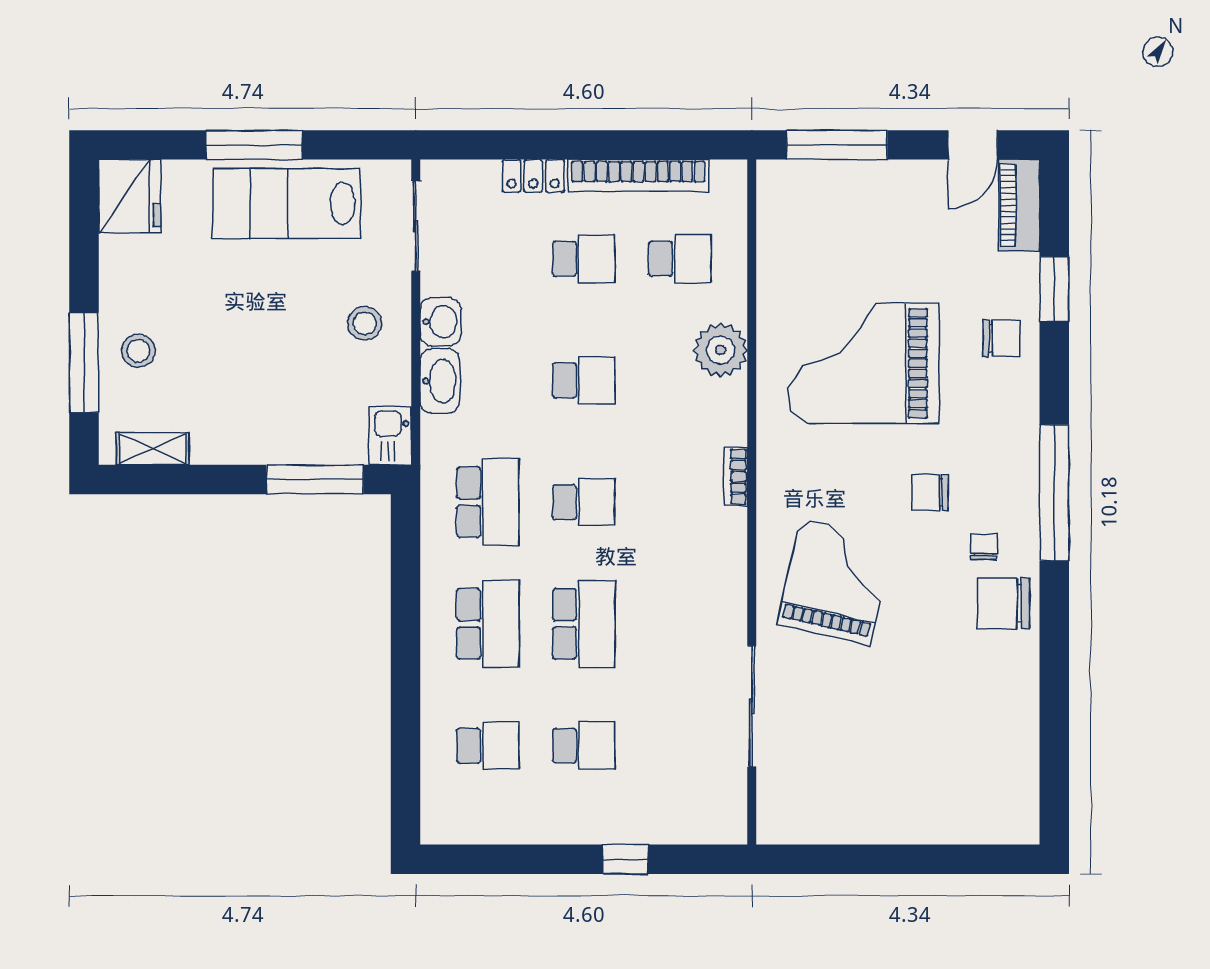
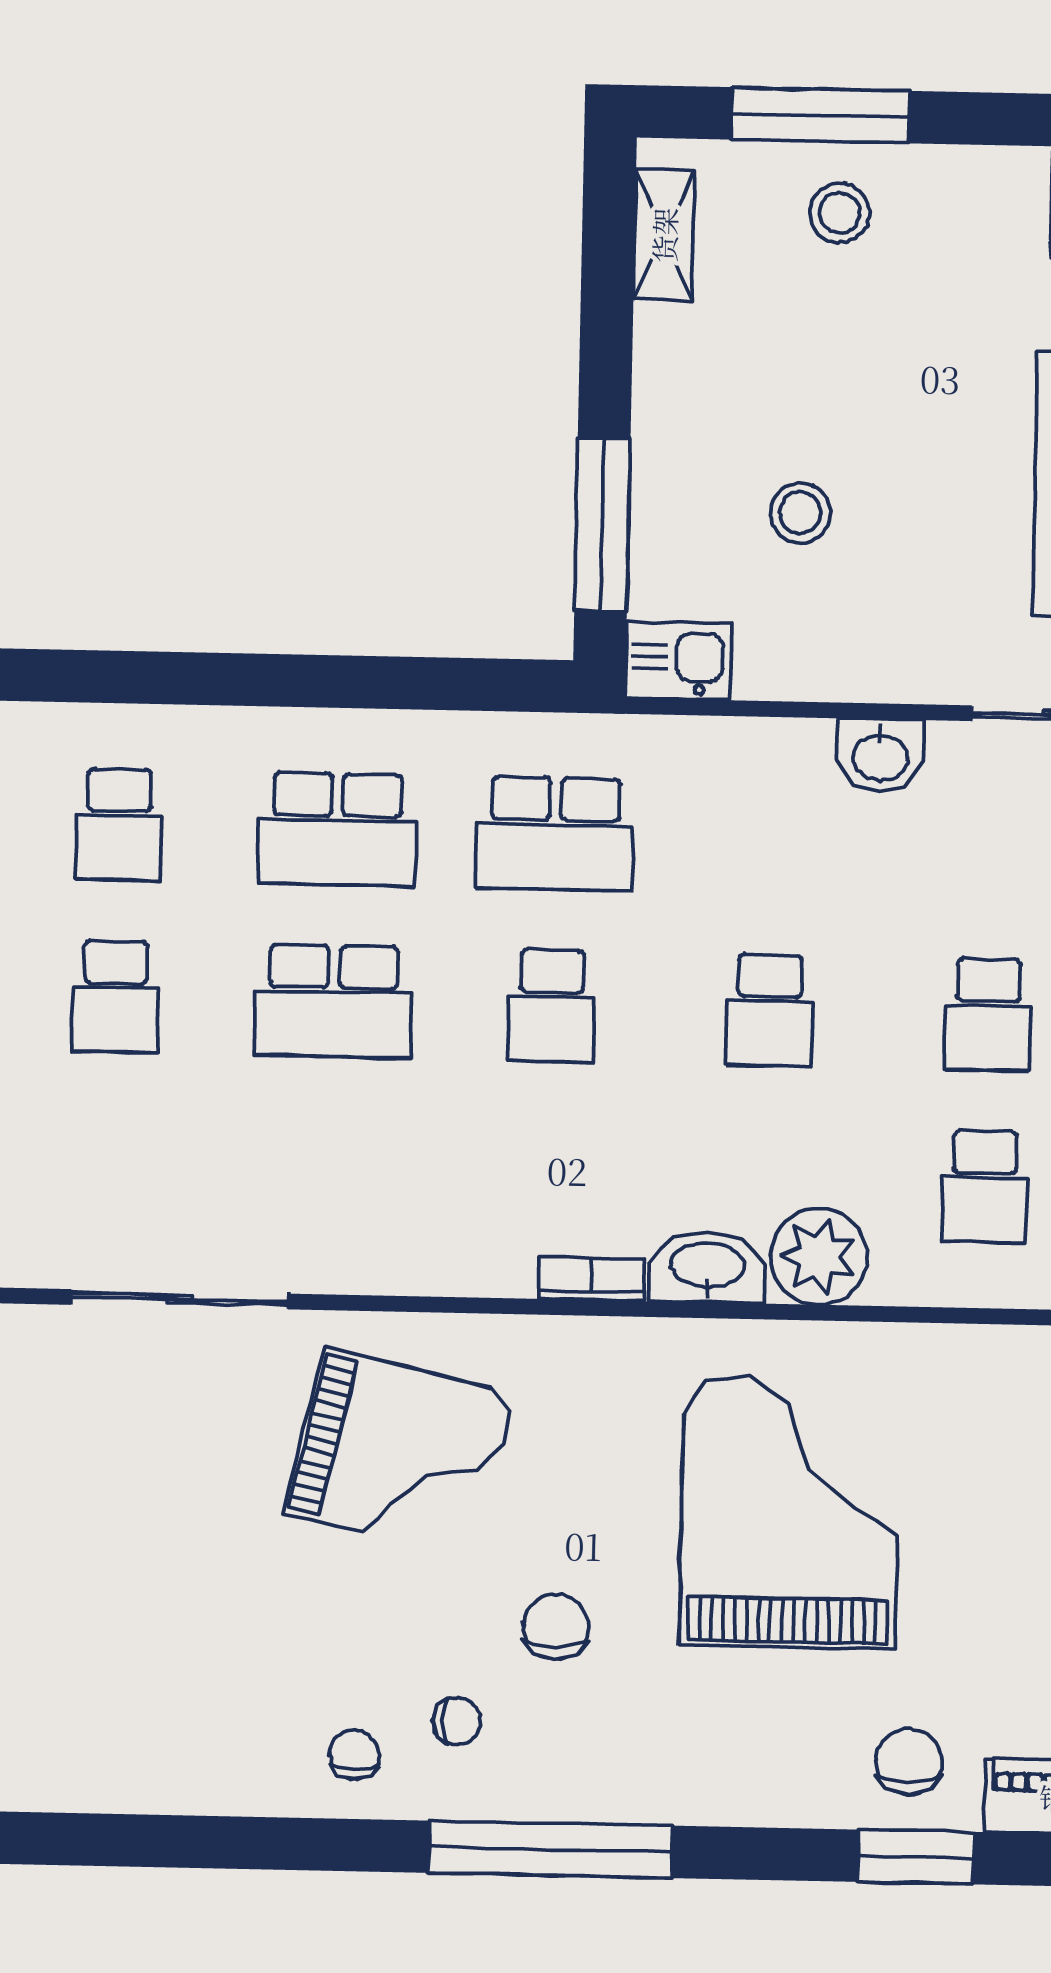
stool: (365, 323) -> (800, 513), moved
chair: (1002, 338) -> (909, 1762), moved, turned 180
washbasin: (440, 381) -> (708, 1267), moved, turned 180
chair: (1004, 603) -> (354, 1755), width x0.54, depth x0.54

